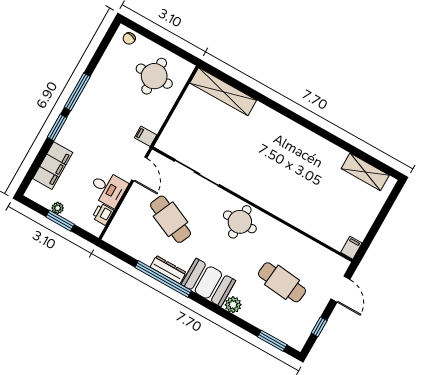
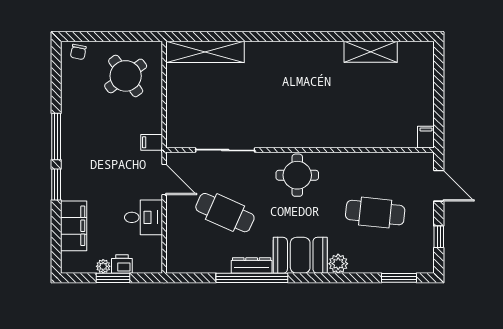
round table: (154, 76) -> (126, 76), turned -36
shelving: (365, 172) -> (371, 52), moved
printer: (103, 214) -> (122, 264), moved, turned 90

